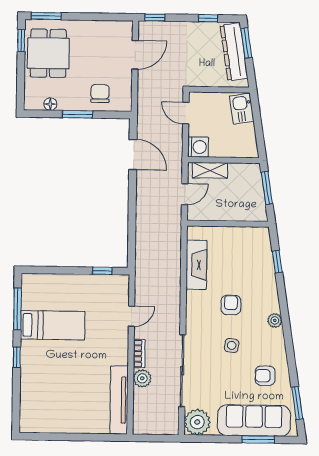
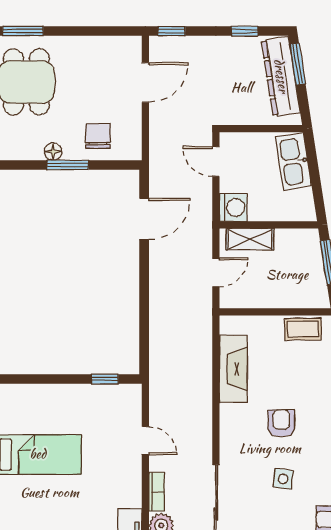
floor lamp: (50, 104) -> (53, 152), moved
kitchen sink: (242, 109) -> (293, 161), width x1.38
door: (133, 154) -> (144, 219), hinge flipped
coffee table: (248, 236) -> (303, 329), added
door: (131, 316) -> (145, 441), hinge flipped

